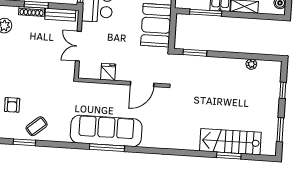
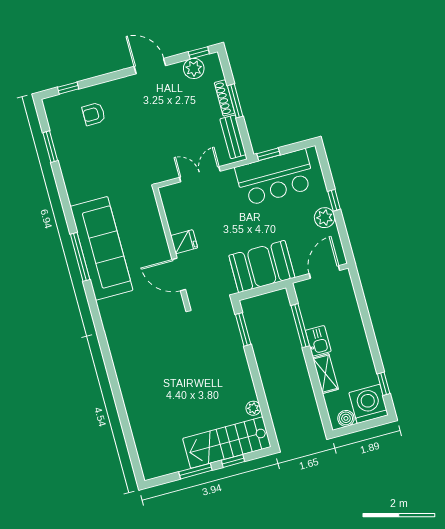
fridge: (108, 72) -> (184, 242), moved
coffee table: (37, 126) -> (77, 155), removed
window: (280, 130) -> (195, 471), moved
stairs: (230, 142) -> (227, 443), moved, turned -90
window: (229, 156) -> (124, 419), removed

